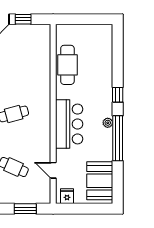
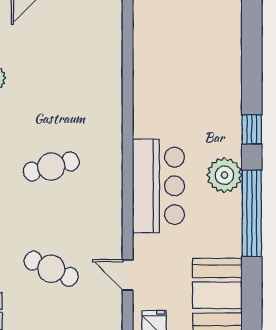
cafe table: (67, 65) -> (155, 72), removed
plant: (108, 123) -> (224, 175), width x1.88, depth x1.88

